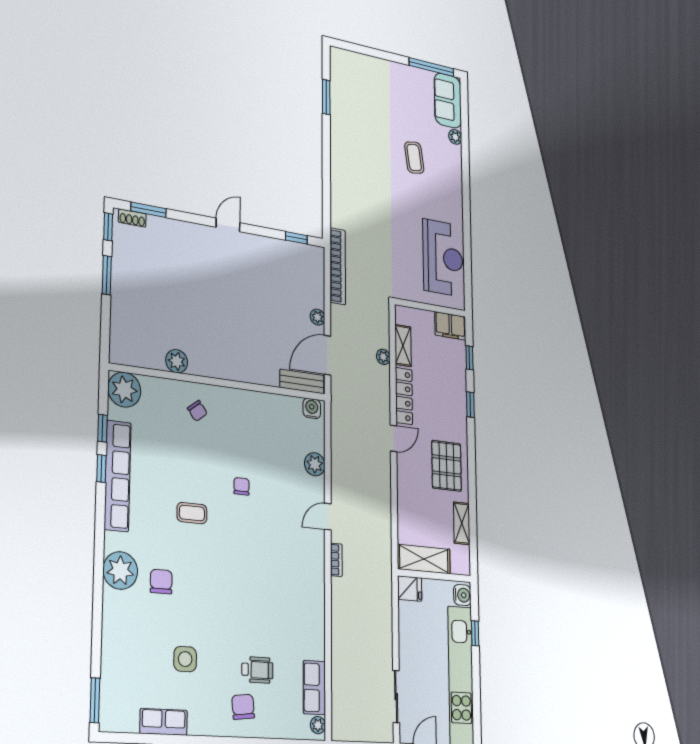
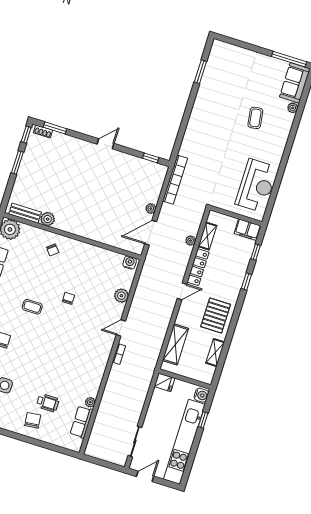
bench: (302, 381) -> (25, 213), moved
shelving: (424, 559) -> (175, 344), moved, turned 90
plant: (318, 725) -> (90, 402), moved

